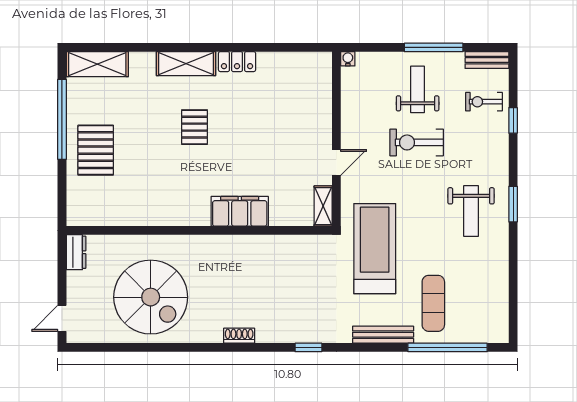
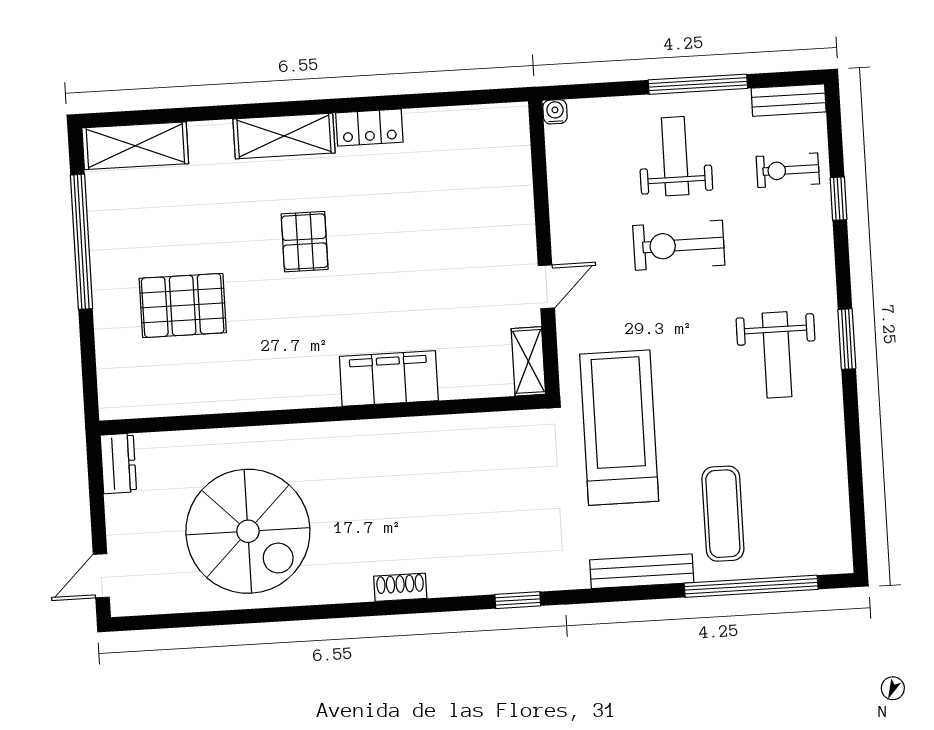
pallet: (96, 150) -> (183, 305), moved, turned 90

